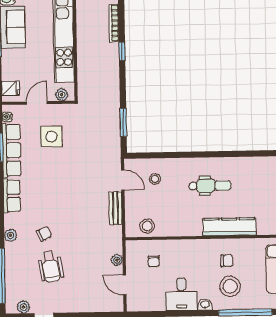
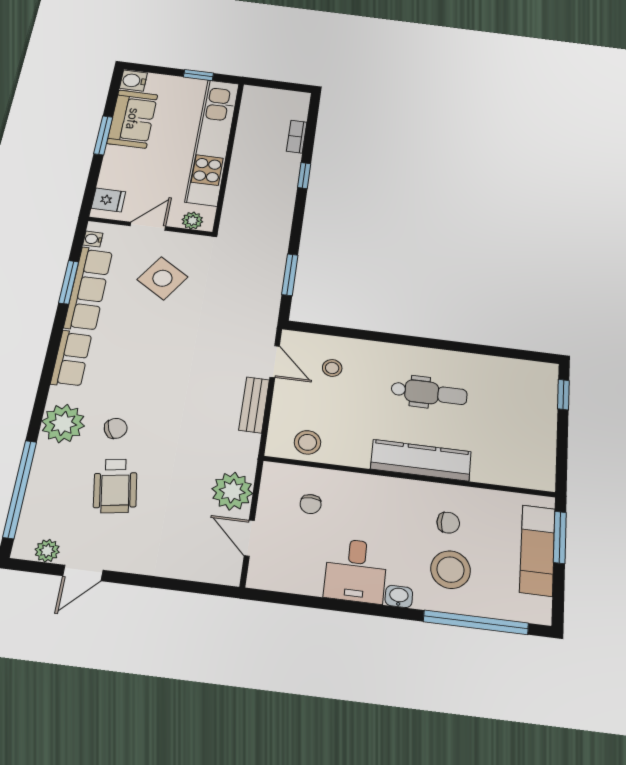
bookcase: (114, 23) -> (297, 137), width x0.64
side table: (52, 137) -> (162, 278), turned 33
kitchen counter: (229, 227) -> (421, 460), moved
plant: (10, 235) -> (63, 423), width x1.88, depth x1.88
plant: (117, 260) -> (232, 491), width x1.88, depth x1.88

